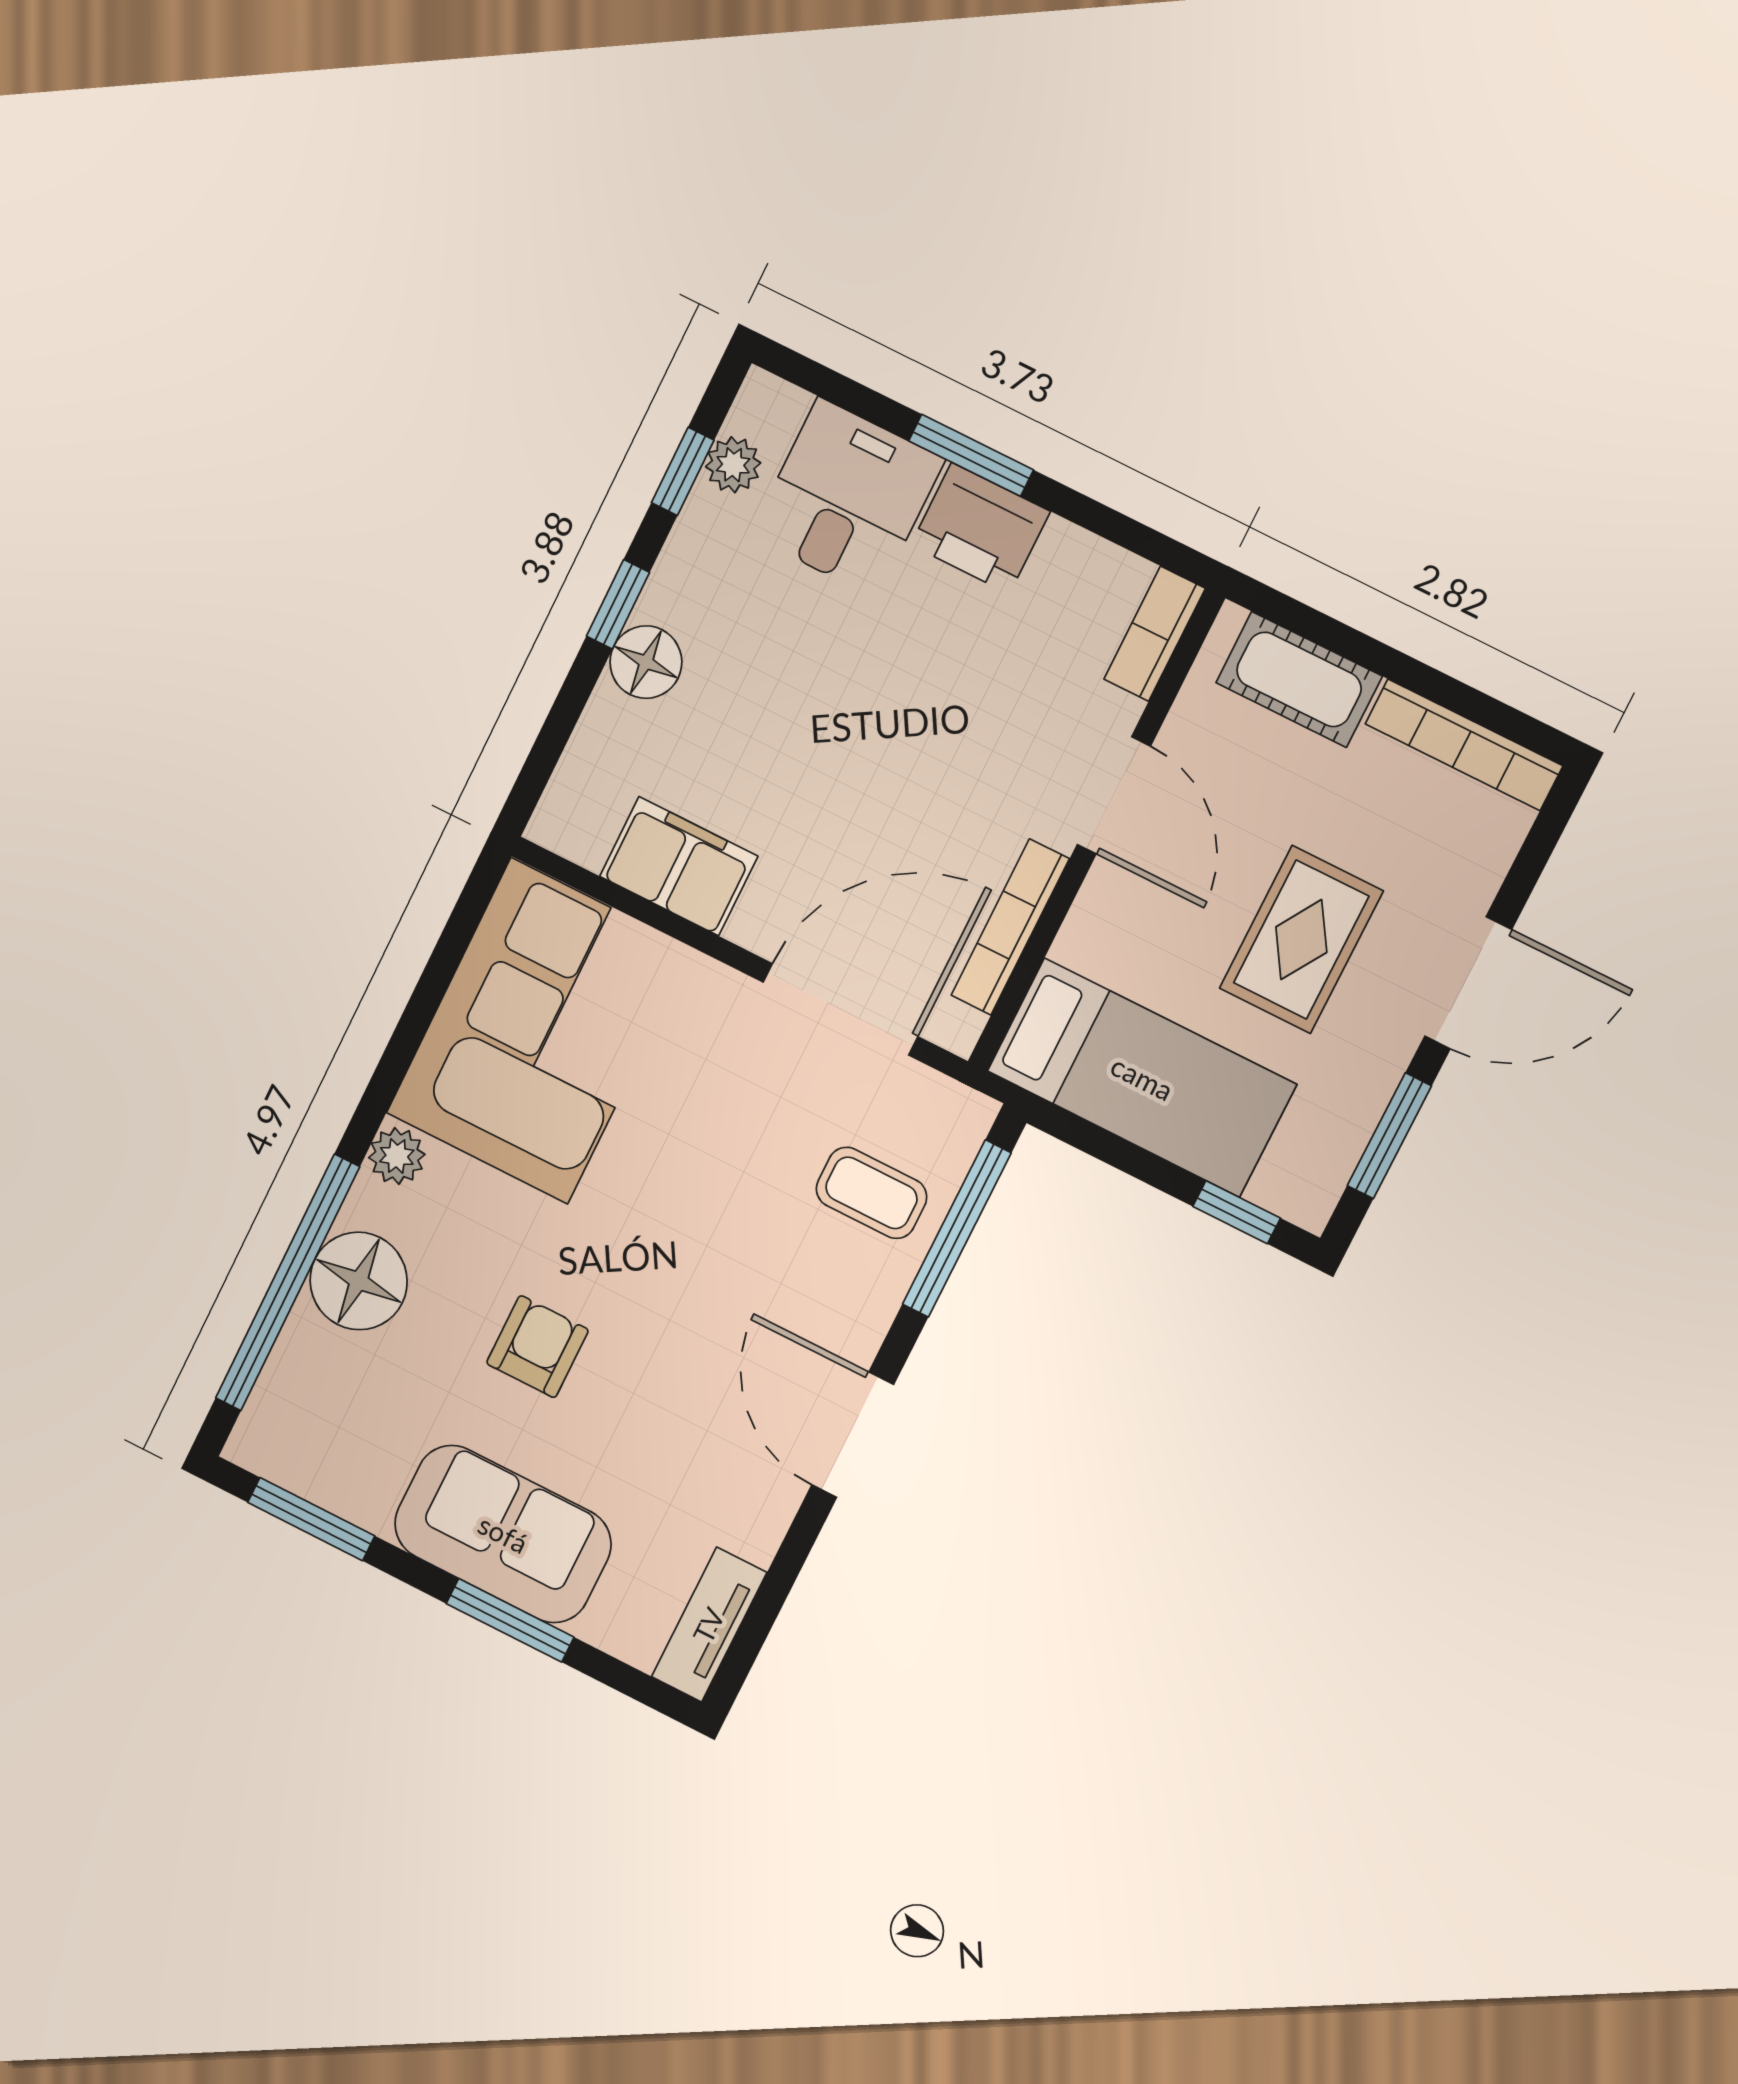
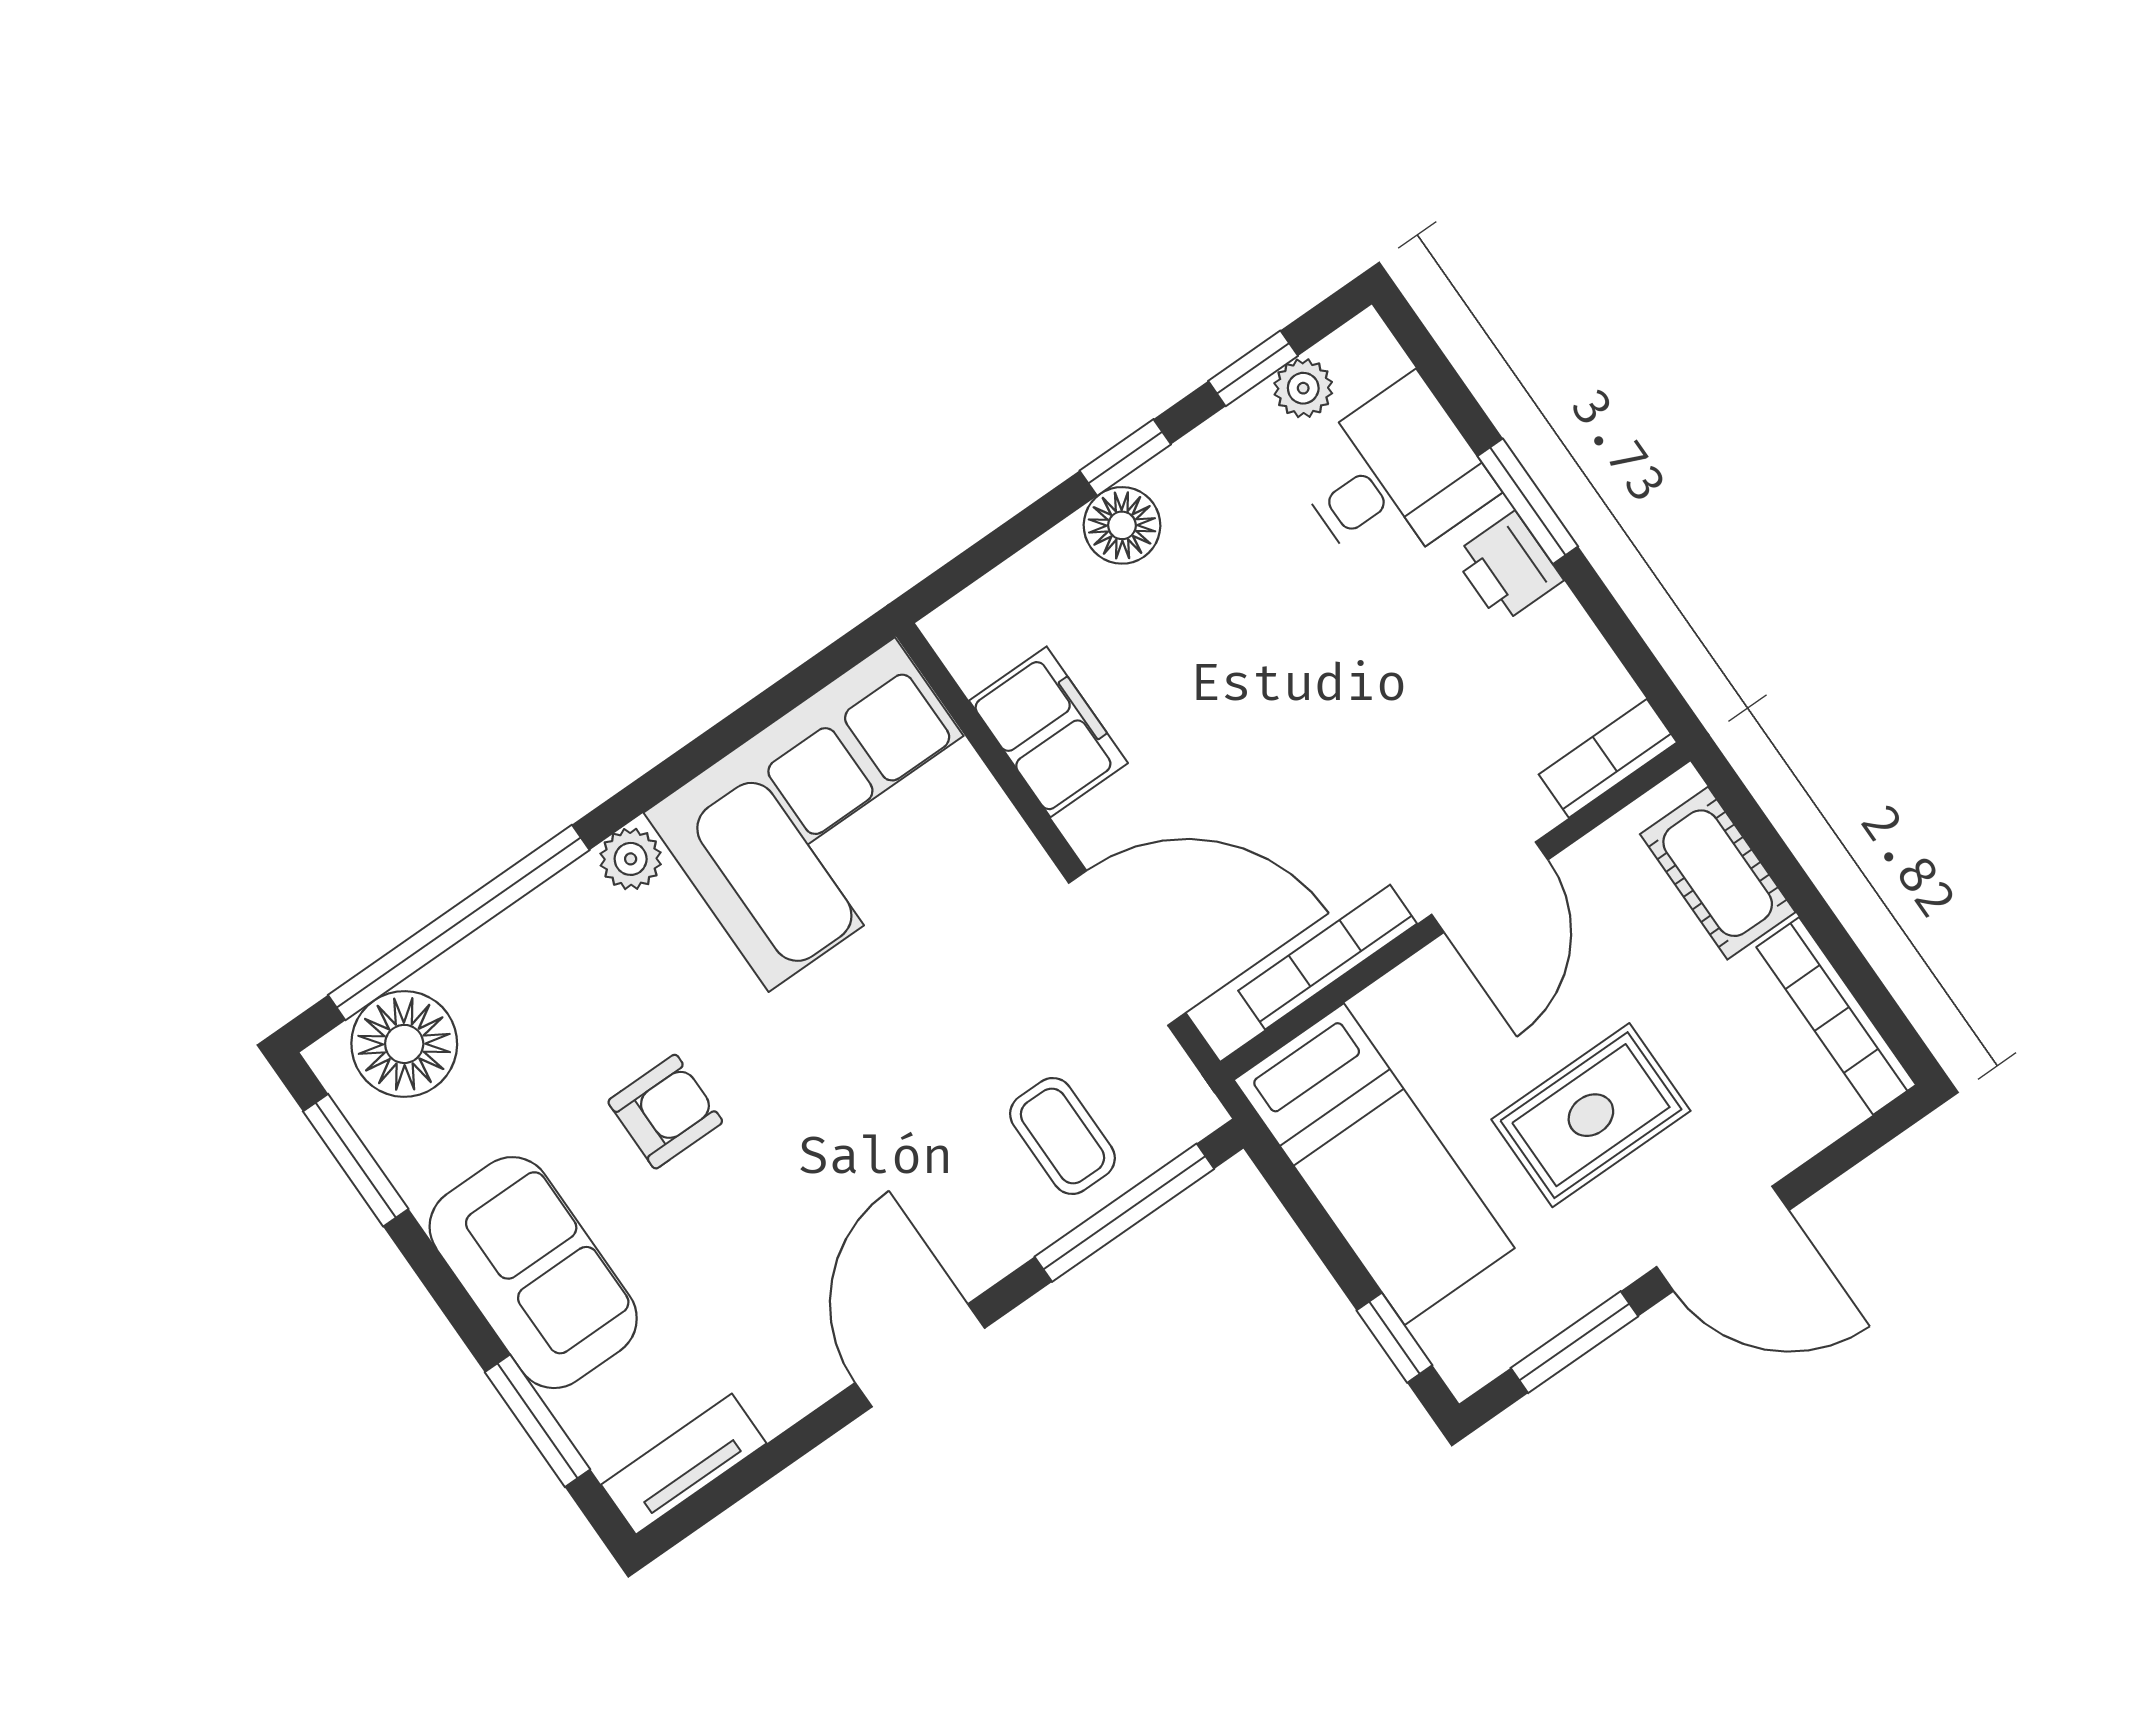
printer: (980, 528) -> (1508, 568), width x0.73, depth x0.81
floor lamp: (359, 1281) -> (404, 1044), moved
window: (510, 1620) -> (537, 1421), moved

